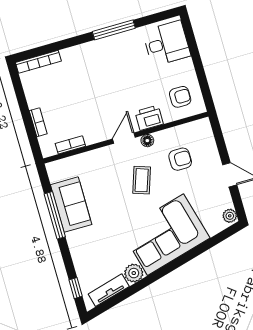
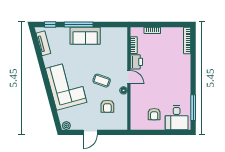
window: (114, 30) -> (193, 108), moved
armchair: (180, 97) -> (154, 114), moved
printer: (149, 118) -> (136, 62), moved
sofa: (71, 205) -> (85, 36), moved
window: (55, 215) -> (79, 25), moved
plant: (134, 273) -> (49, 61), removed

